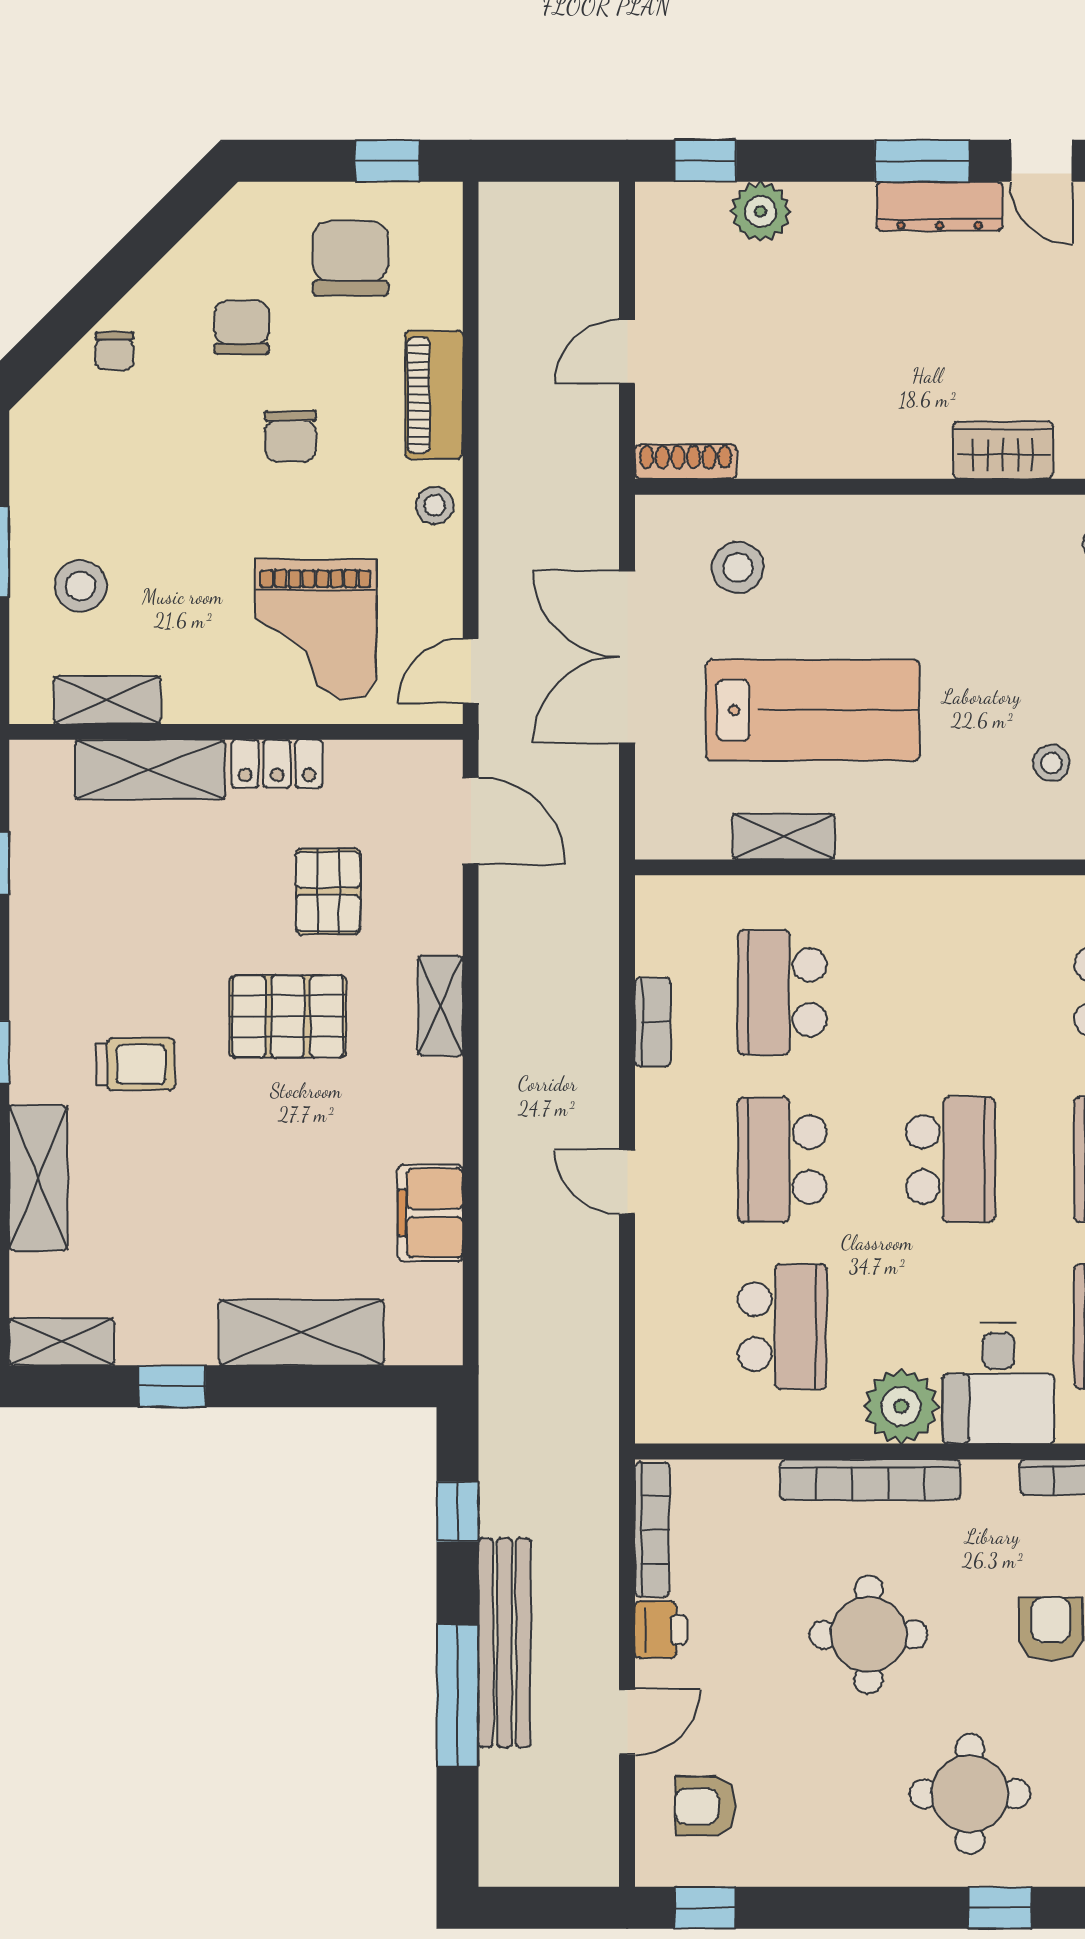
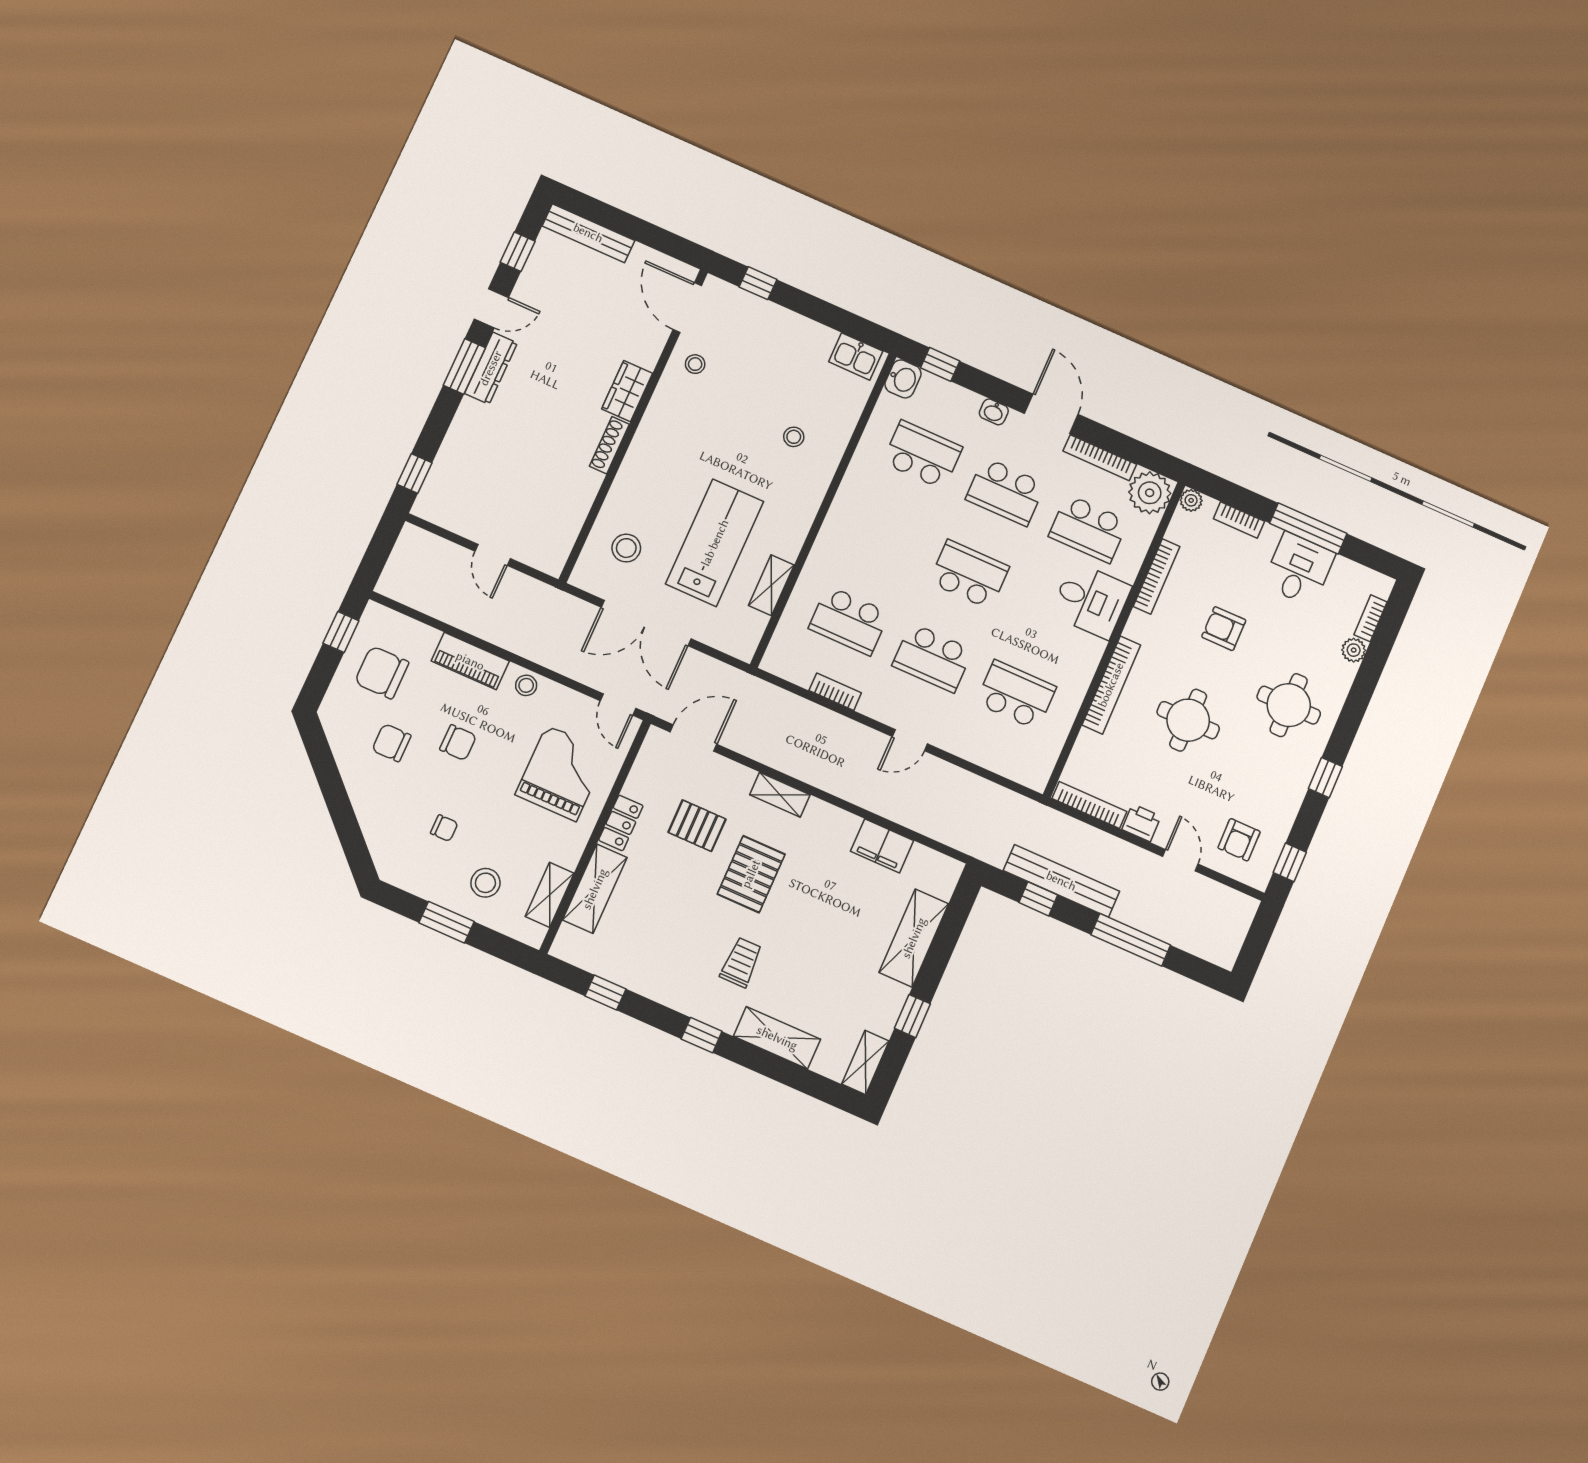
plant: (760, 211) -> (453, 457), removed
chair: (114, 351) -> (444, 828), moved
shoe rack: (686, 462) -> (609, 445), moved
grand piano: (316, 629) -> (561, 773), turned -90
plant: (901, 1406) -> (1081, 654), removed
bench: (504, 1643) -> (1061, 881), moved
window: (1000, 1908) -> (1325, 778), moved

